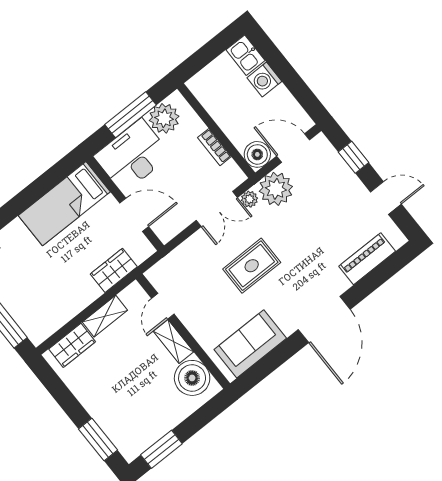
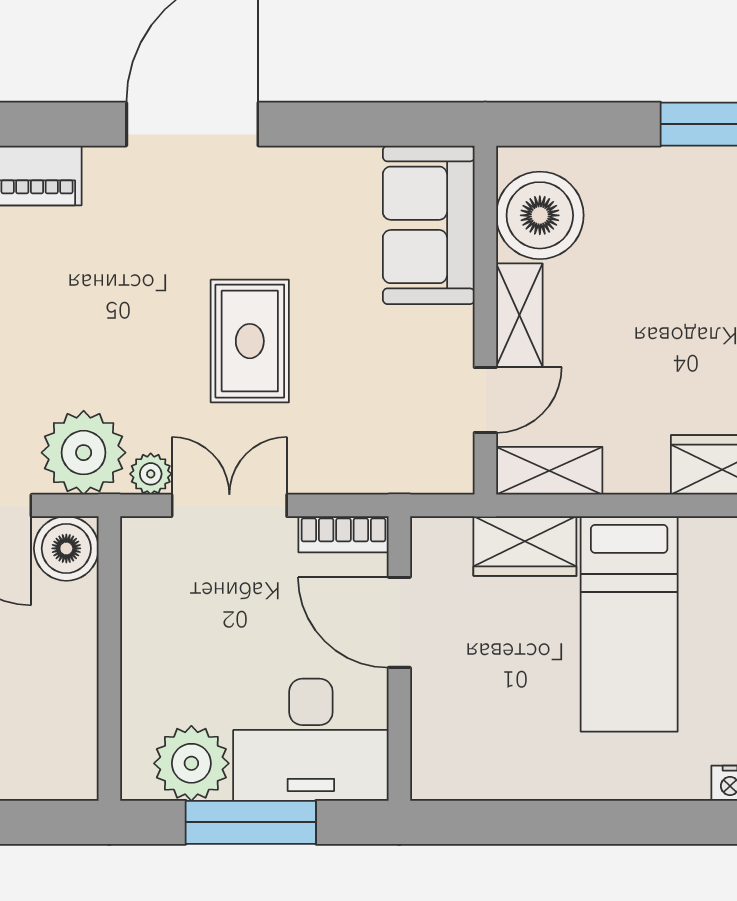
bookcase: (214, 147) -> (343, 534), moved, turned 90
bed: (64, 204) -> (629, 624), moved, turned 90
rug: (252, 266) -> (250, 341), turned 90
shelving: (105, 316) -> (549, 471), moved
sofa: (250, 344) -> (429, 225), moved, turned 90

